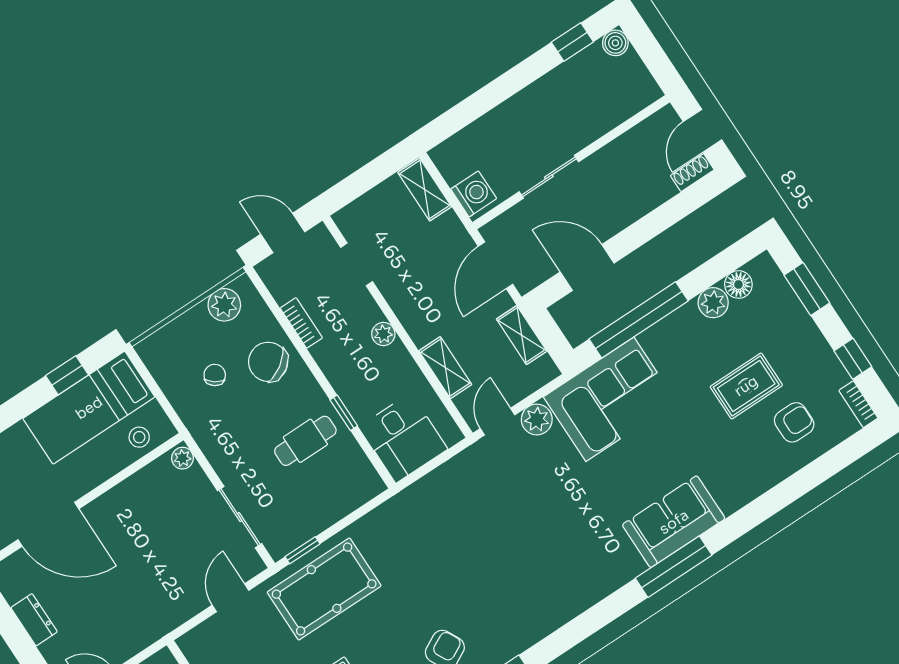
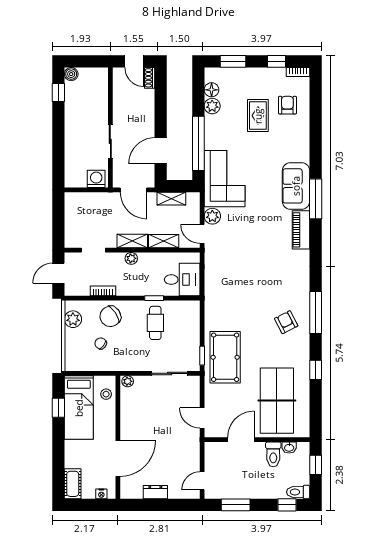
shelving: (425, 190) -> (132, 241), moved
piano: (609, 576) -> (301, 230), added
door: (231, 598) -> (202, 418), moved

